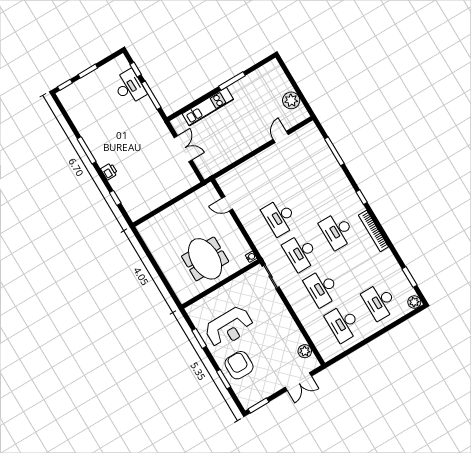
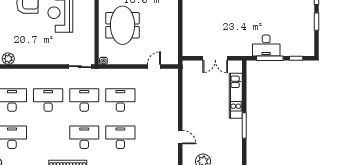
desk: (129, 87) -> (266, 46), moved
desk: (316, 195) -> (120, 137), added
meeting table: (205, 259) -> (123, 25), turned 90

